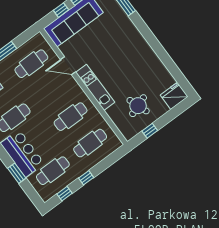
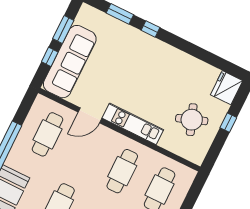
window: (142, 27) -> (151, 29), added
window: (150, 131) -> (228, 123), moved

